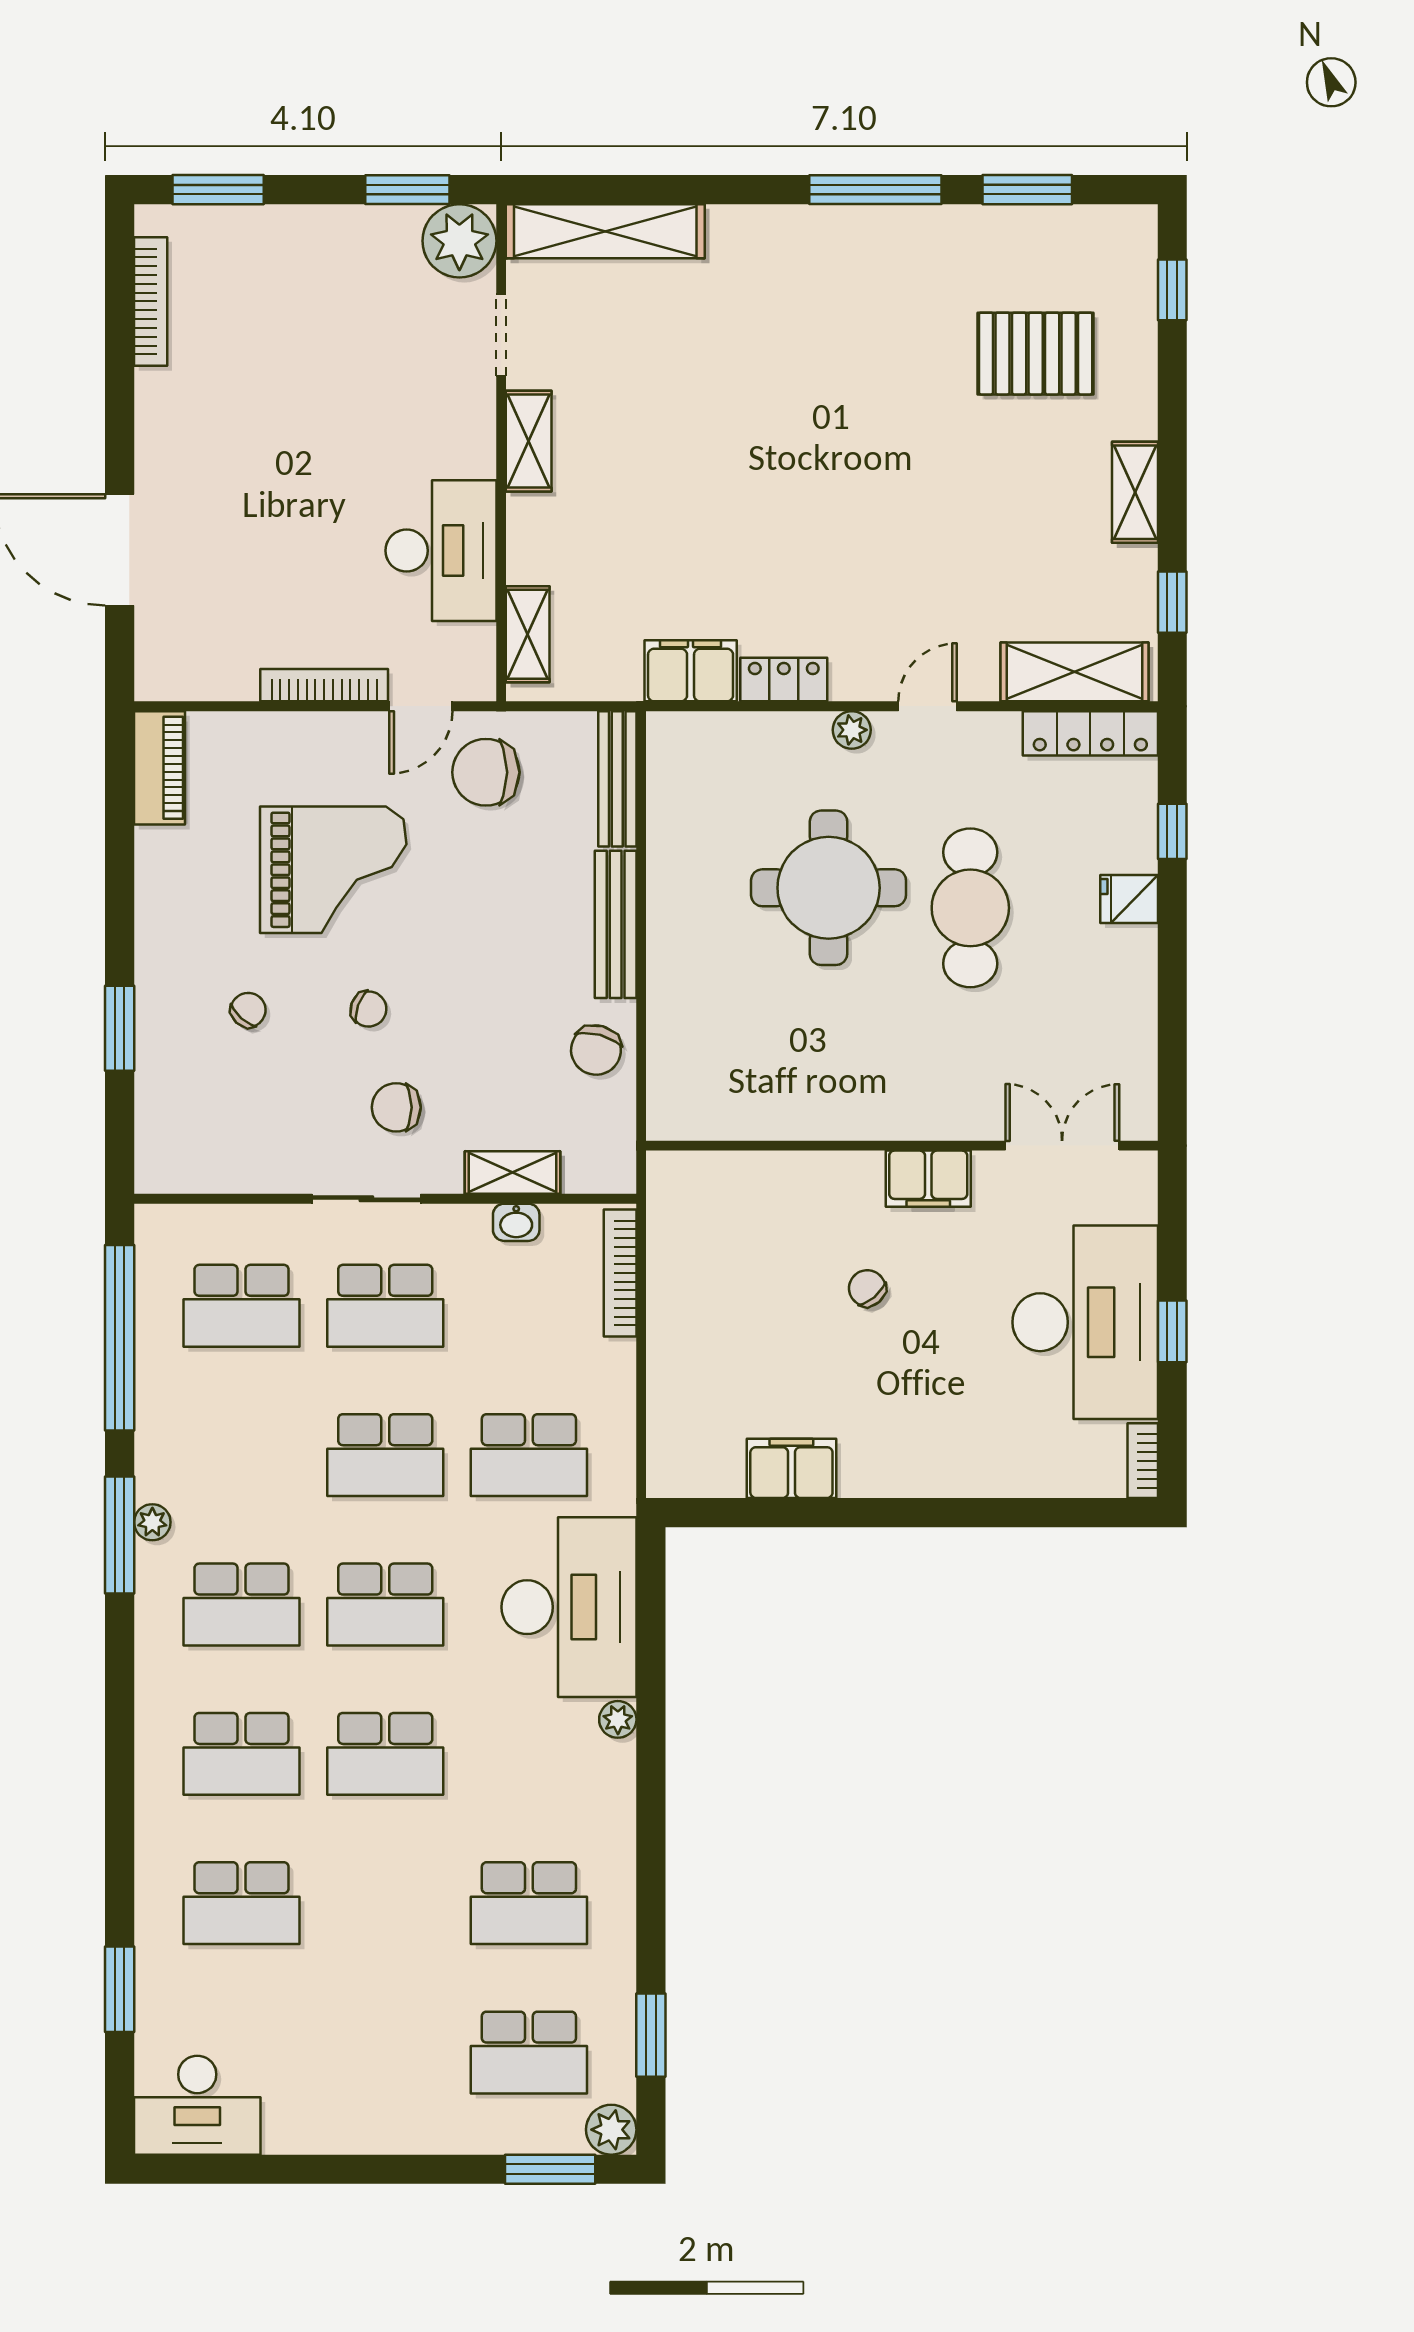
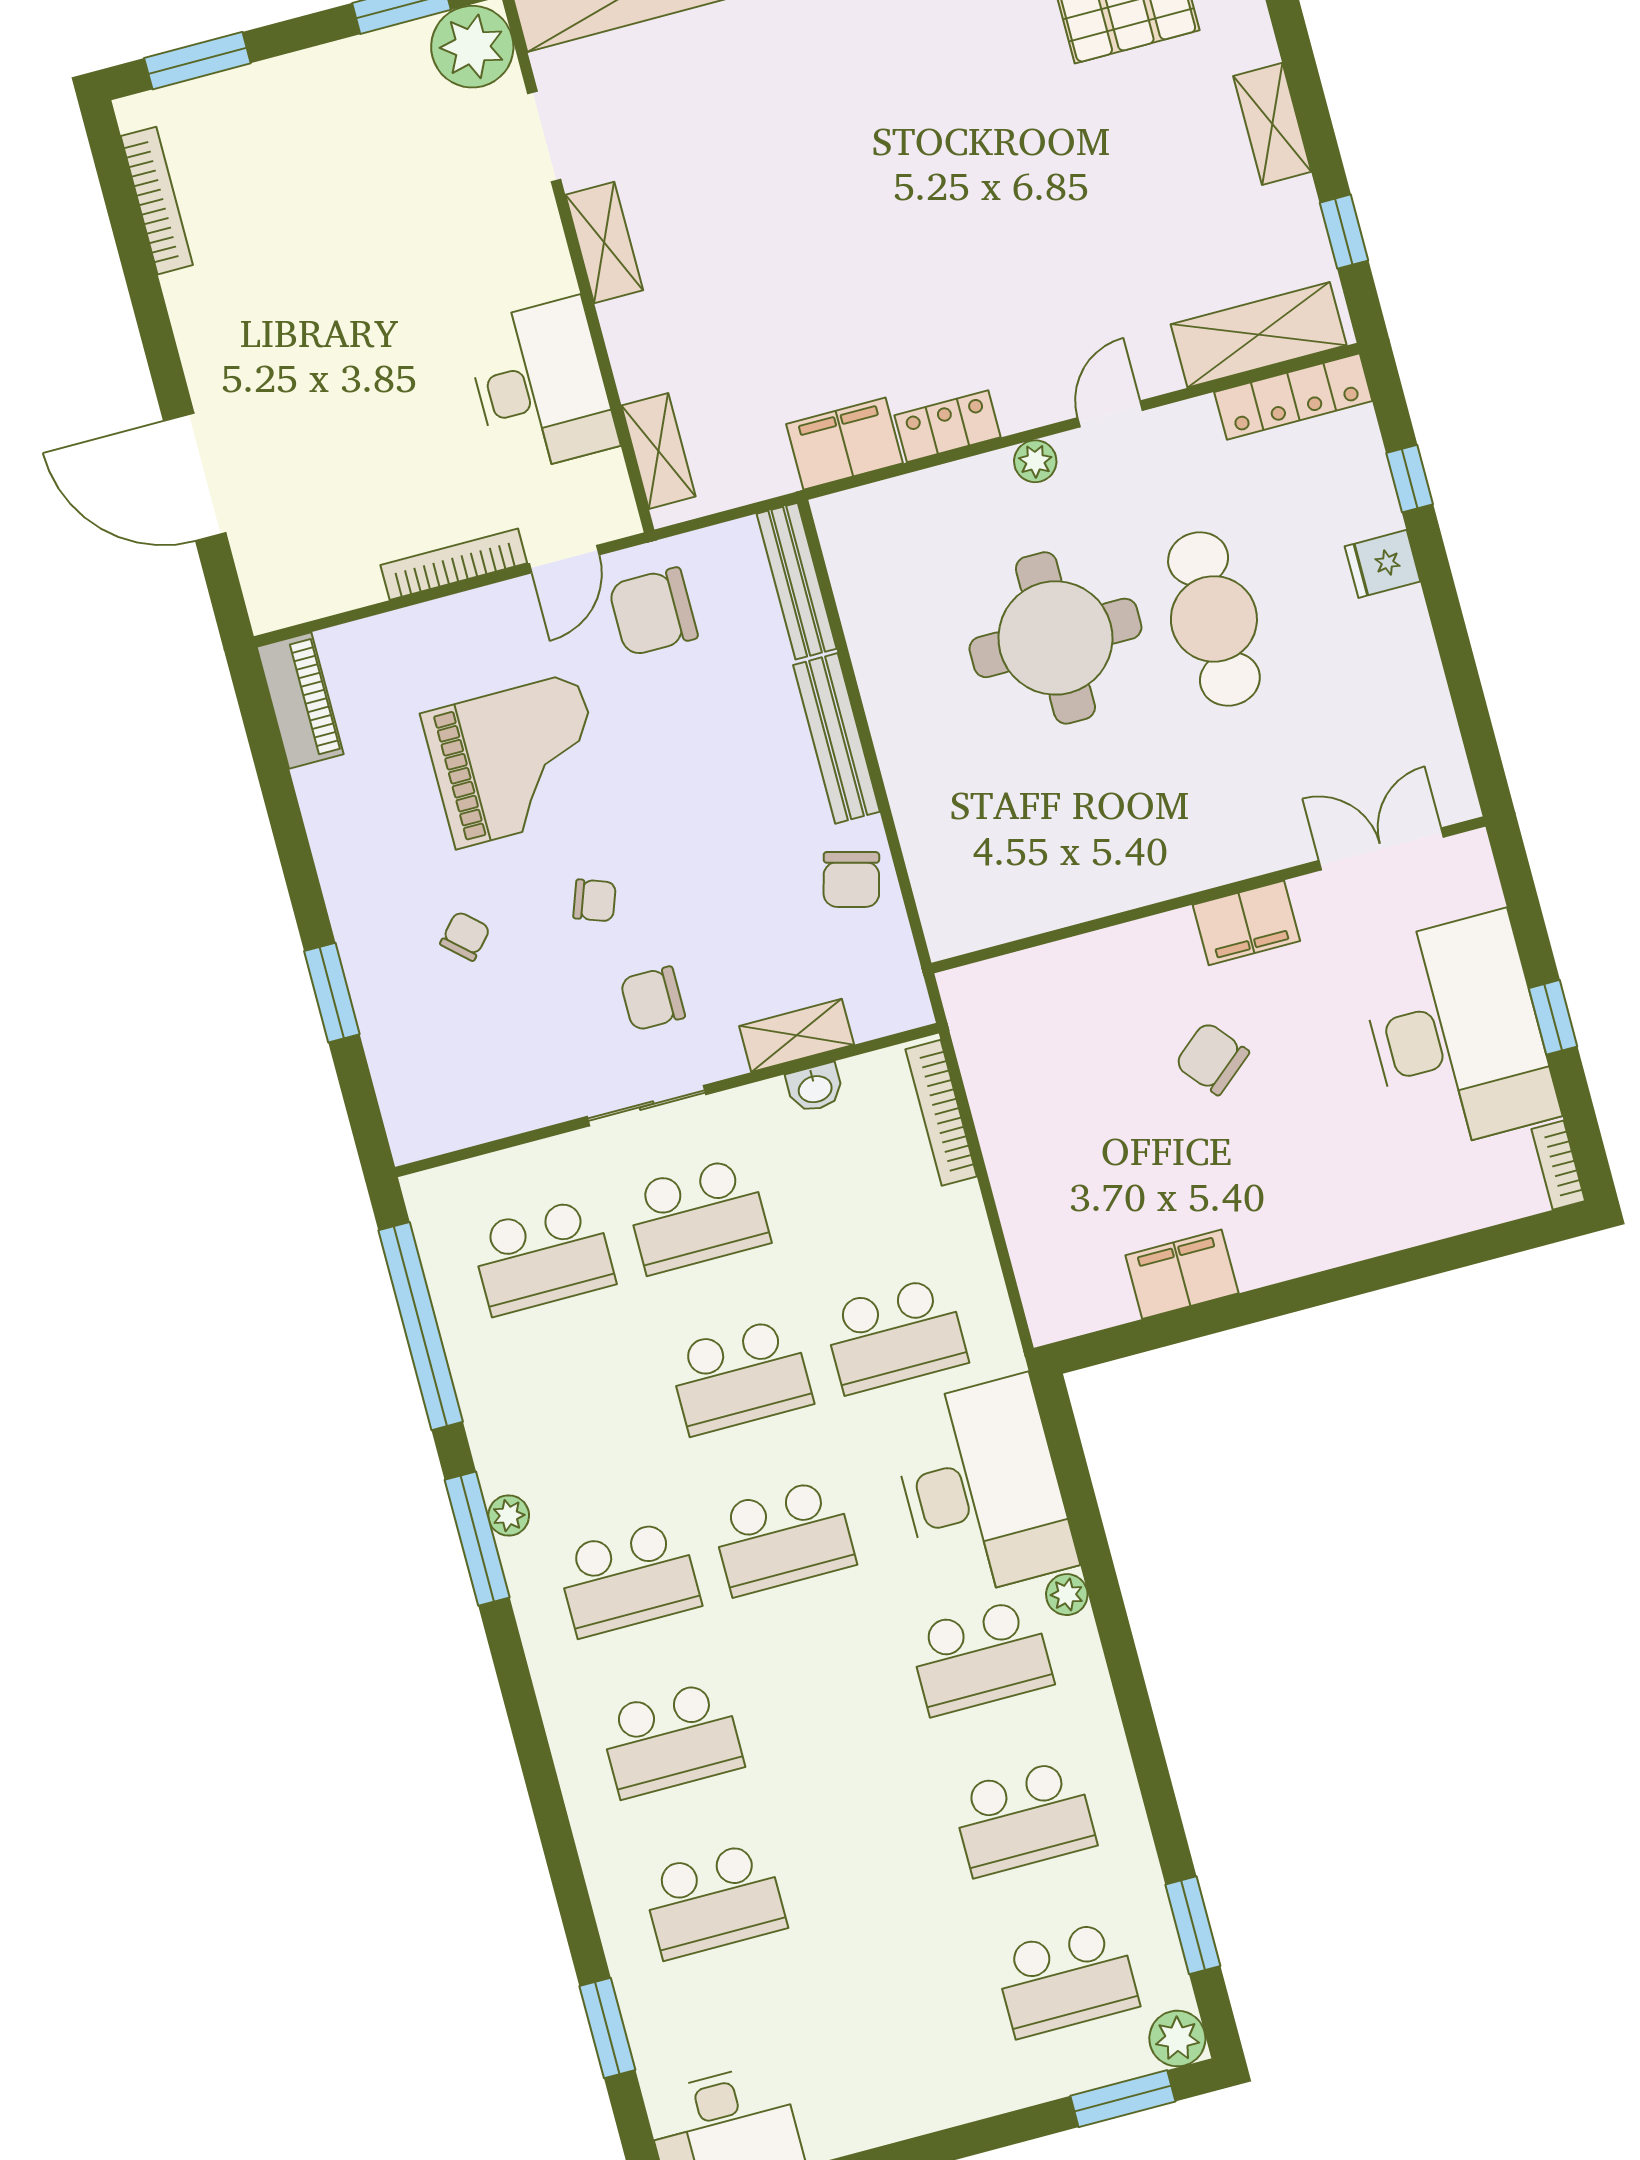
chair: (867, 1288) -> (1212, 1058), width x1.37, depth x1.37
school desk: (385, 1754) -> (981, 1657), moved

